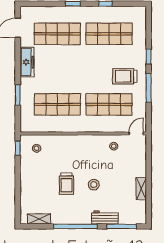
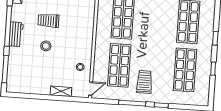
door: (136, 133) -> (91, 89), hinge flipped
shelving: (141, 189) -> (61, 91), moved
workbench: (105, 217) -> (16, 34), moved

